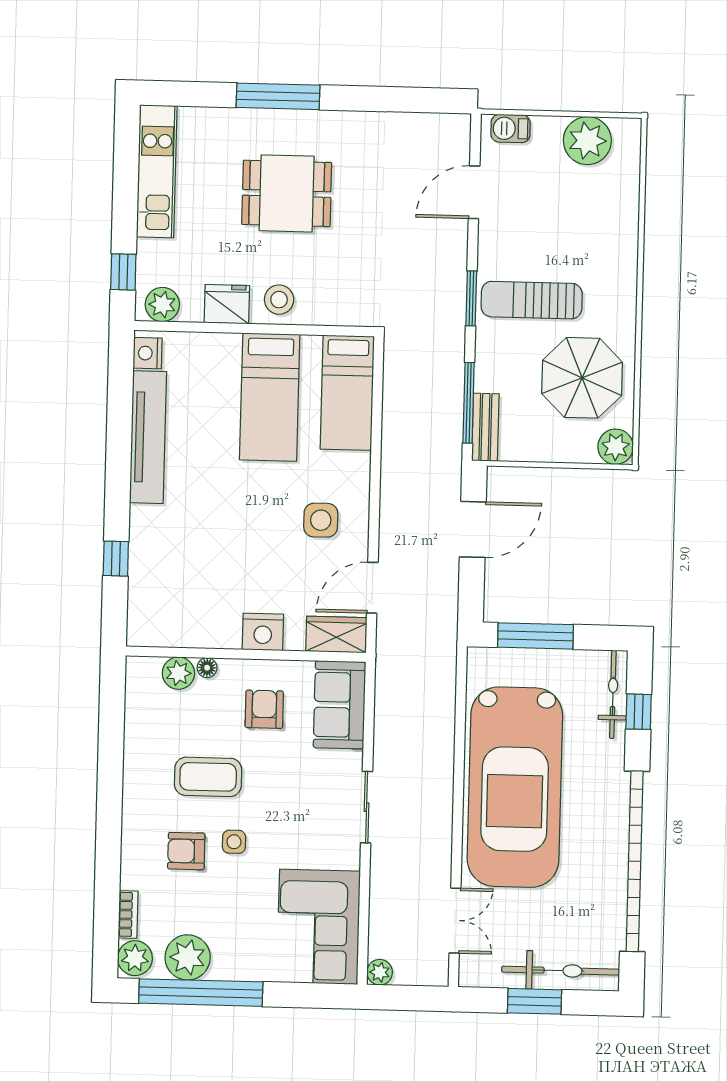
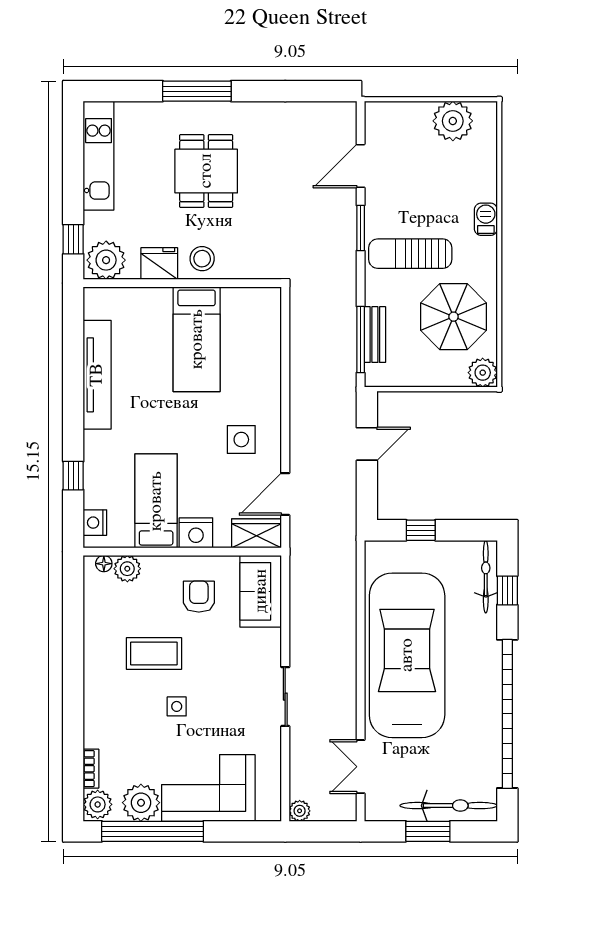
barbecue: (510, 128) -> (486, 219), moved, turned 90
dining table: (287, 193) -> (206, 171), turned 90
window: (471, 298) -> (361, 228), moved
plant: (162, 305) -> (106, 260), width x1.36, depth x1.36
nightstand: (148, 353) -> (95, 523), moved
bed: (347, 393) -> (156, 501), moved, turned 180
bench: (485, 427) -> (375, 335), moved
door: (473, 529) -> (367, 444), width x0.73
window: (536, 636) -> (421, 530), width x0.46
floor lamp: (207, 668) -> (104, 564), moved
car: (515, 787) -> (407, 655), turned 180
sliding door: (367, 807) -> (285, 697), moved
armchair: (186, 851) -> (138, 715), removed
double door: (455, 921) -> (361, 767), swing flipped
corner sofa: (318, 927) -> (208, 788), moved, turned 90

